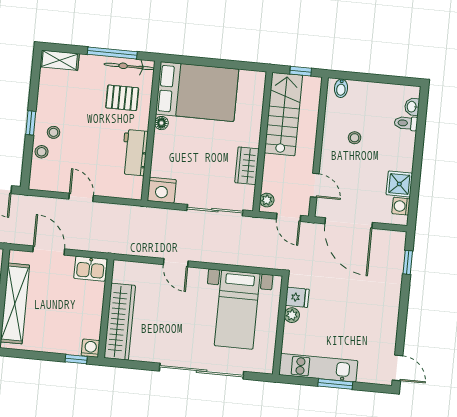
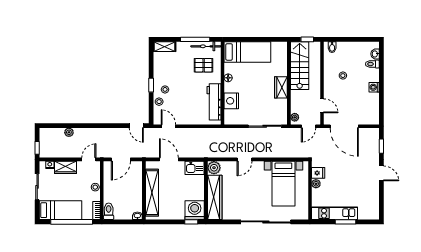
bed: (197, 92) -> (247, 52), width x0.67
workbench: (135, 153) -> (214, 102), width x1.38
wardrobe: (247, 166) -> (281, 87), moved
shower: (399, 184) -> (372, 100), removed
nightstand: (162, 190) -> (231, 101), moved, turned 90
door: (81, 197) -> (168, 126), moved
washing machine: (401, 206) -> (374, 87), moved
door: (289, 217) -> (308, 126), hinge flipped
door: (176, 263) -> (245, 159), hinge flipped
plant: (123, 272) -> (214, 168), added
washing machine: (91, 348) -> (195, 210), width x1.89, depth x1.89
door: (398, 368) -> (381, 173), moved

